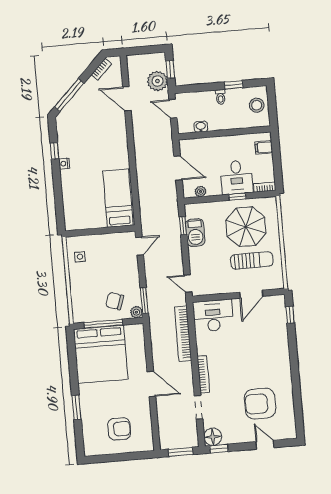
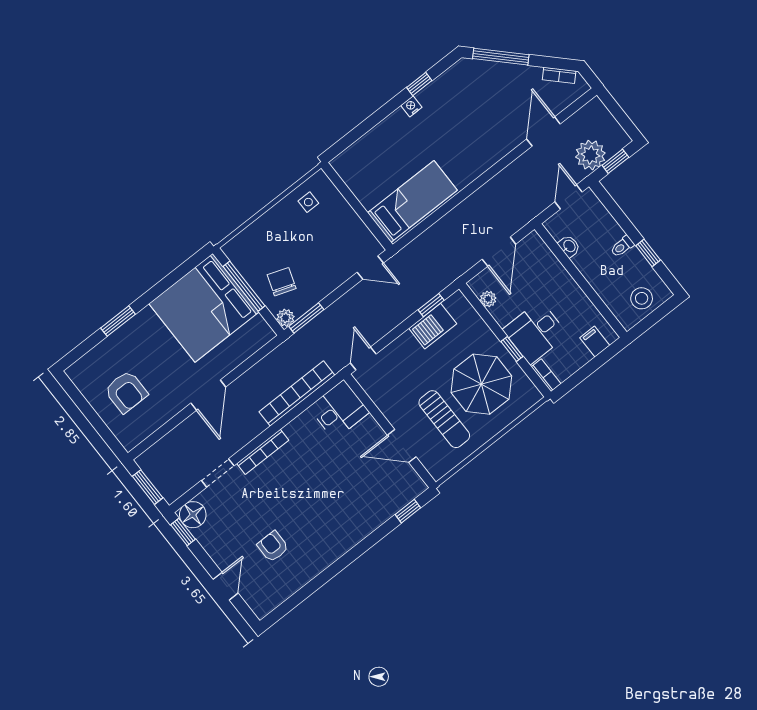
desk: (213, 316) -> (339, 410), width x0.73
armchair: (260, 404) -> (273, 546), width x0.53, depth x0.53

